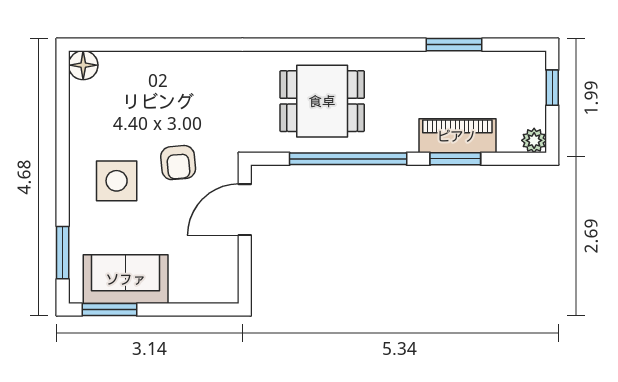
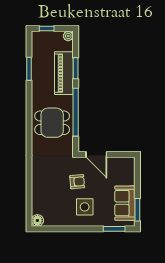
dining table: (322, 101) -> (52, 123), turned 90
piano: (457, 136) -> (64, 73), width x1.37, depth x1.33

